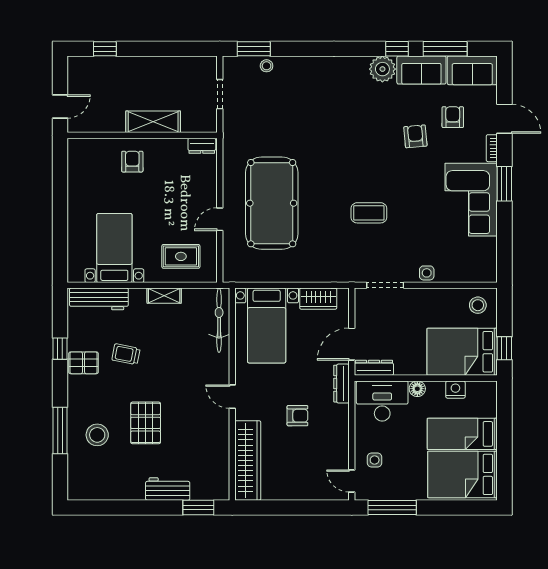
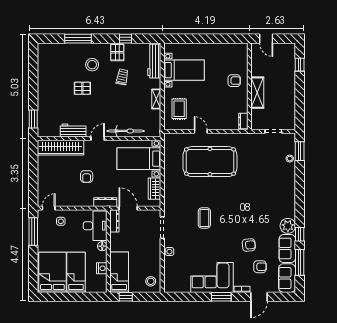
bicycle: (219, 320) -> (126, 131), moved
bed: (462, 352) -> (119, 272), width x0.67
pallet: (146, 423) -> (82, 88), width x0.67, depth x0.71
stool: (97, 435) -> (92, 65), moved
workbench: (168, 489) -> (73, 130), moved, turned -90

